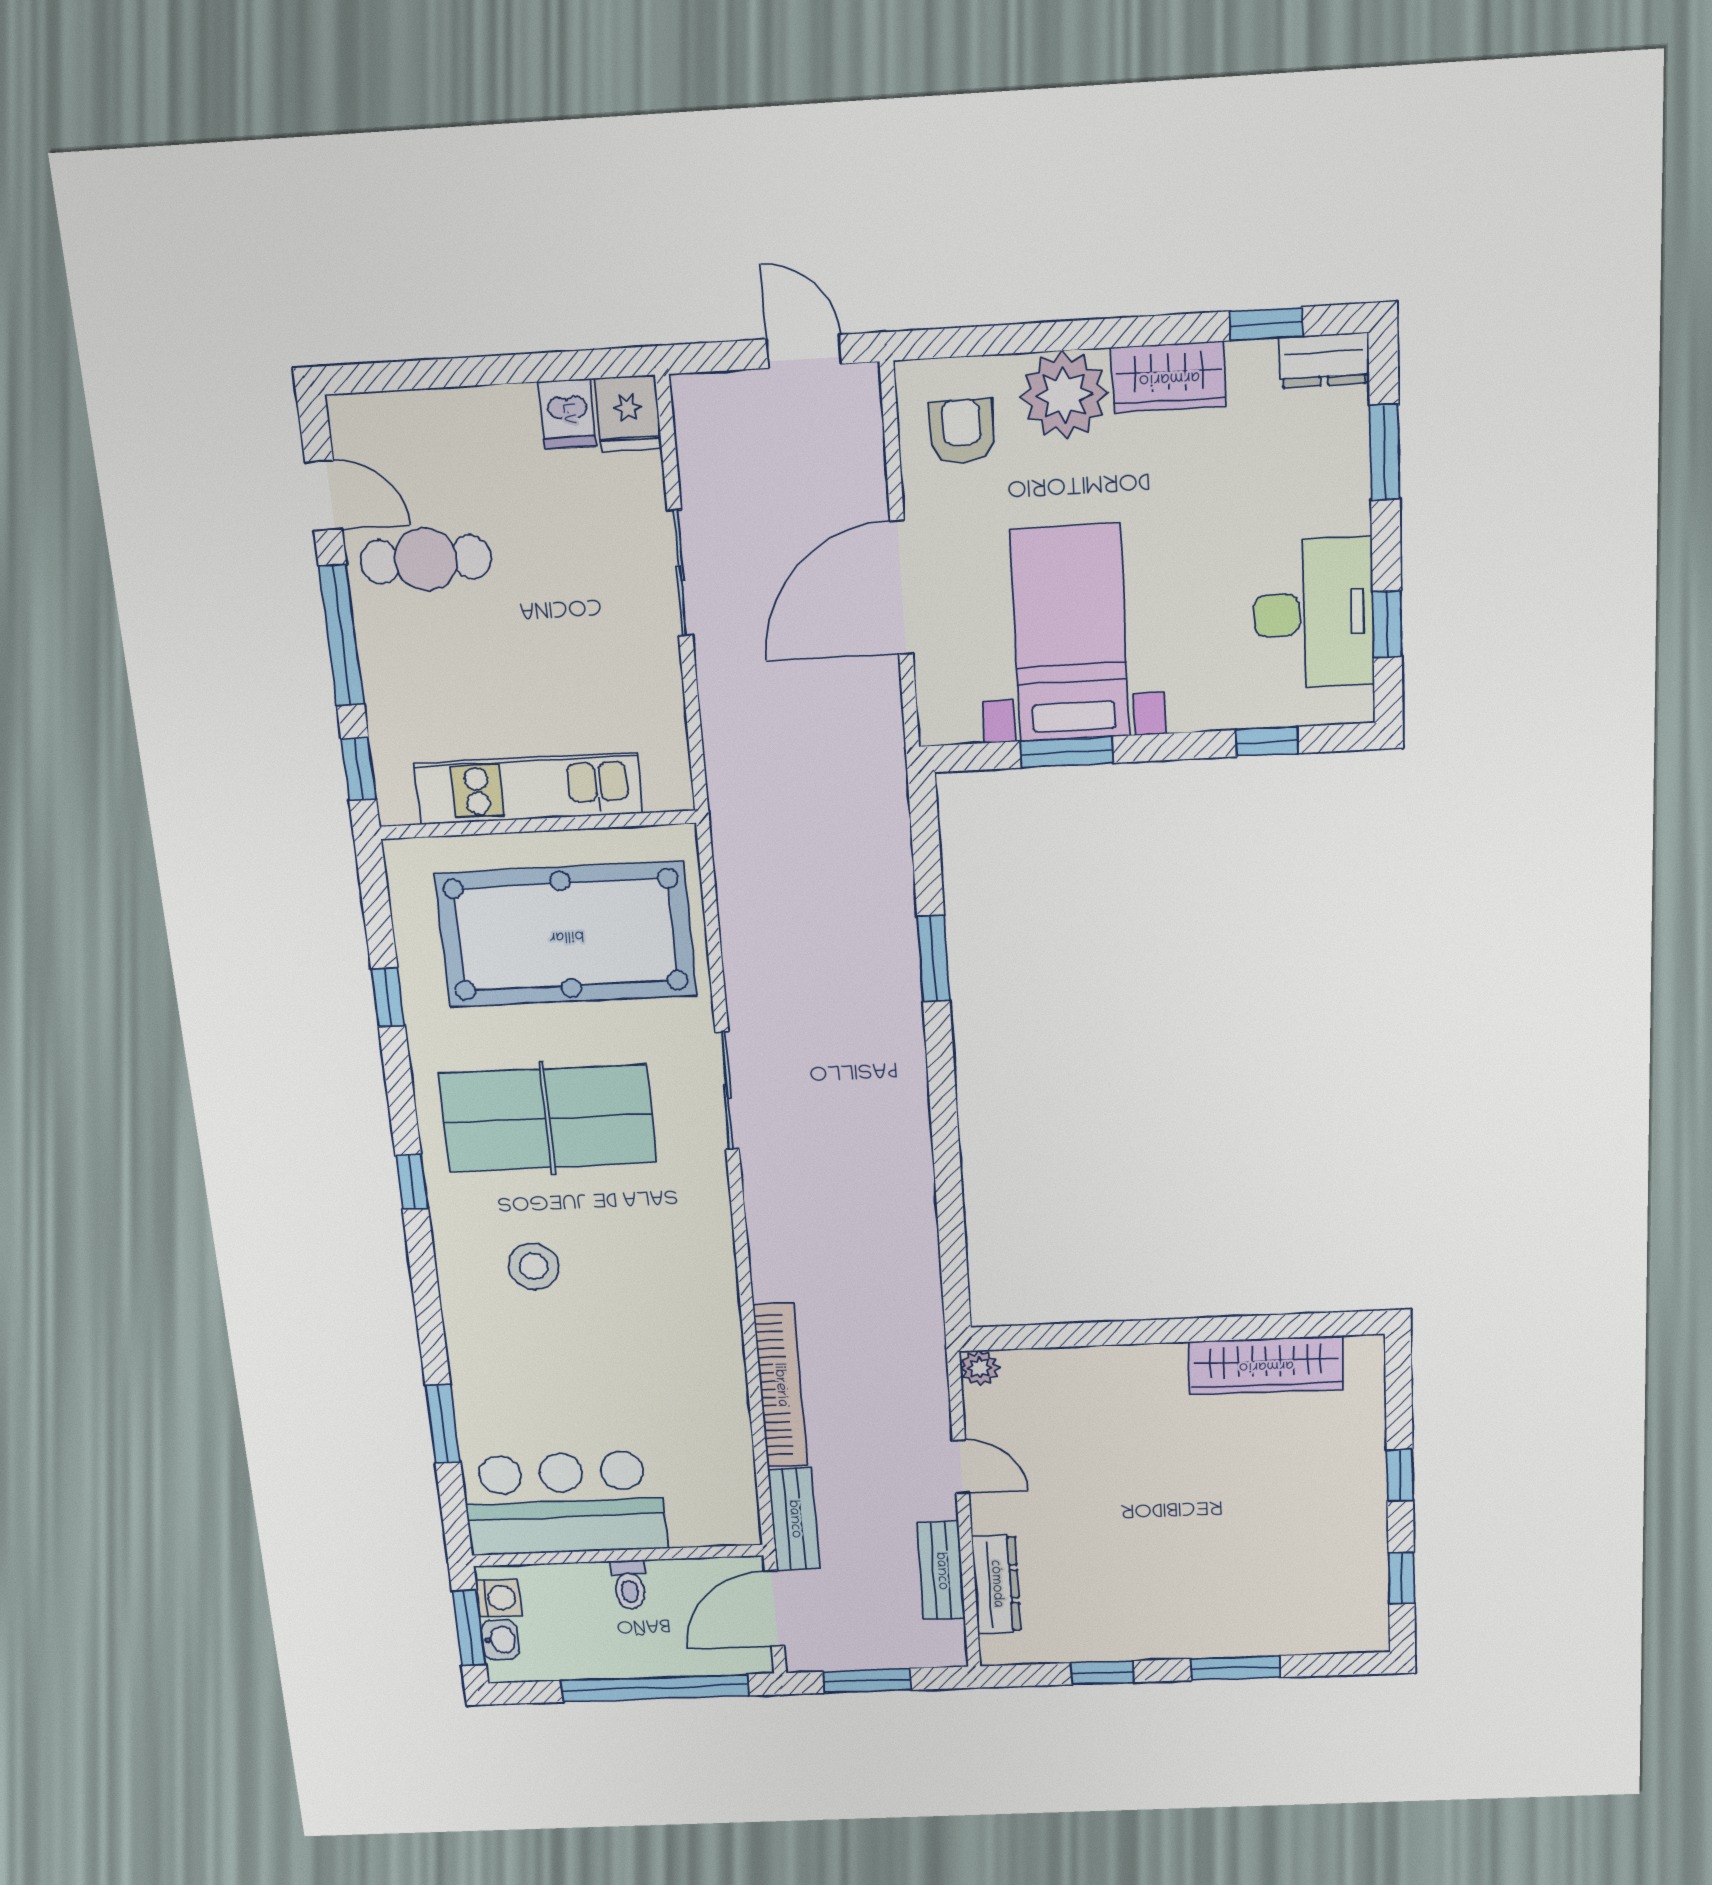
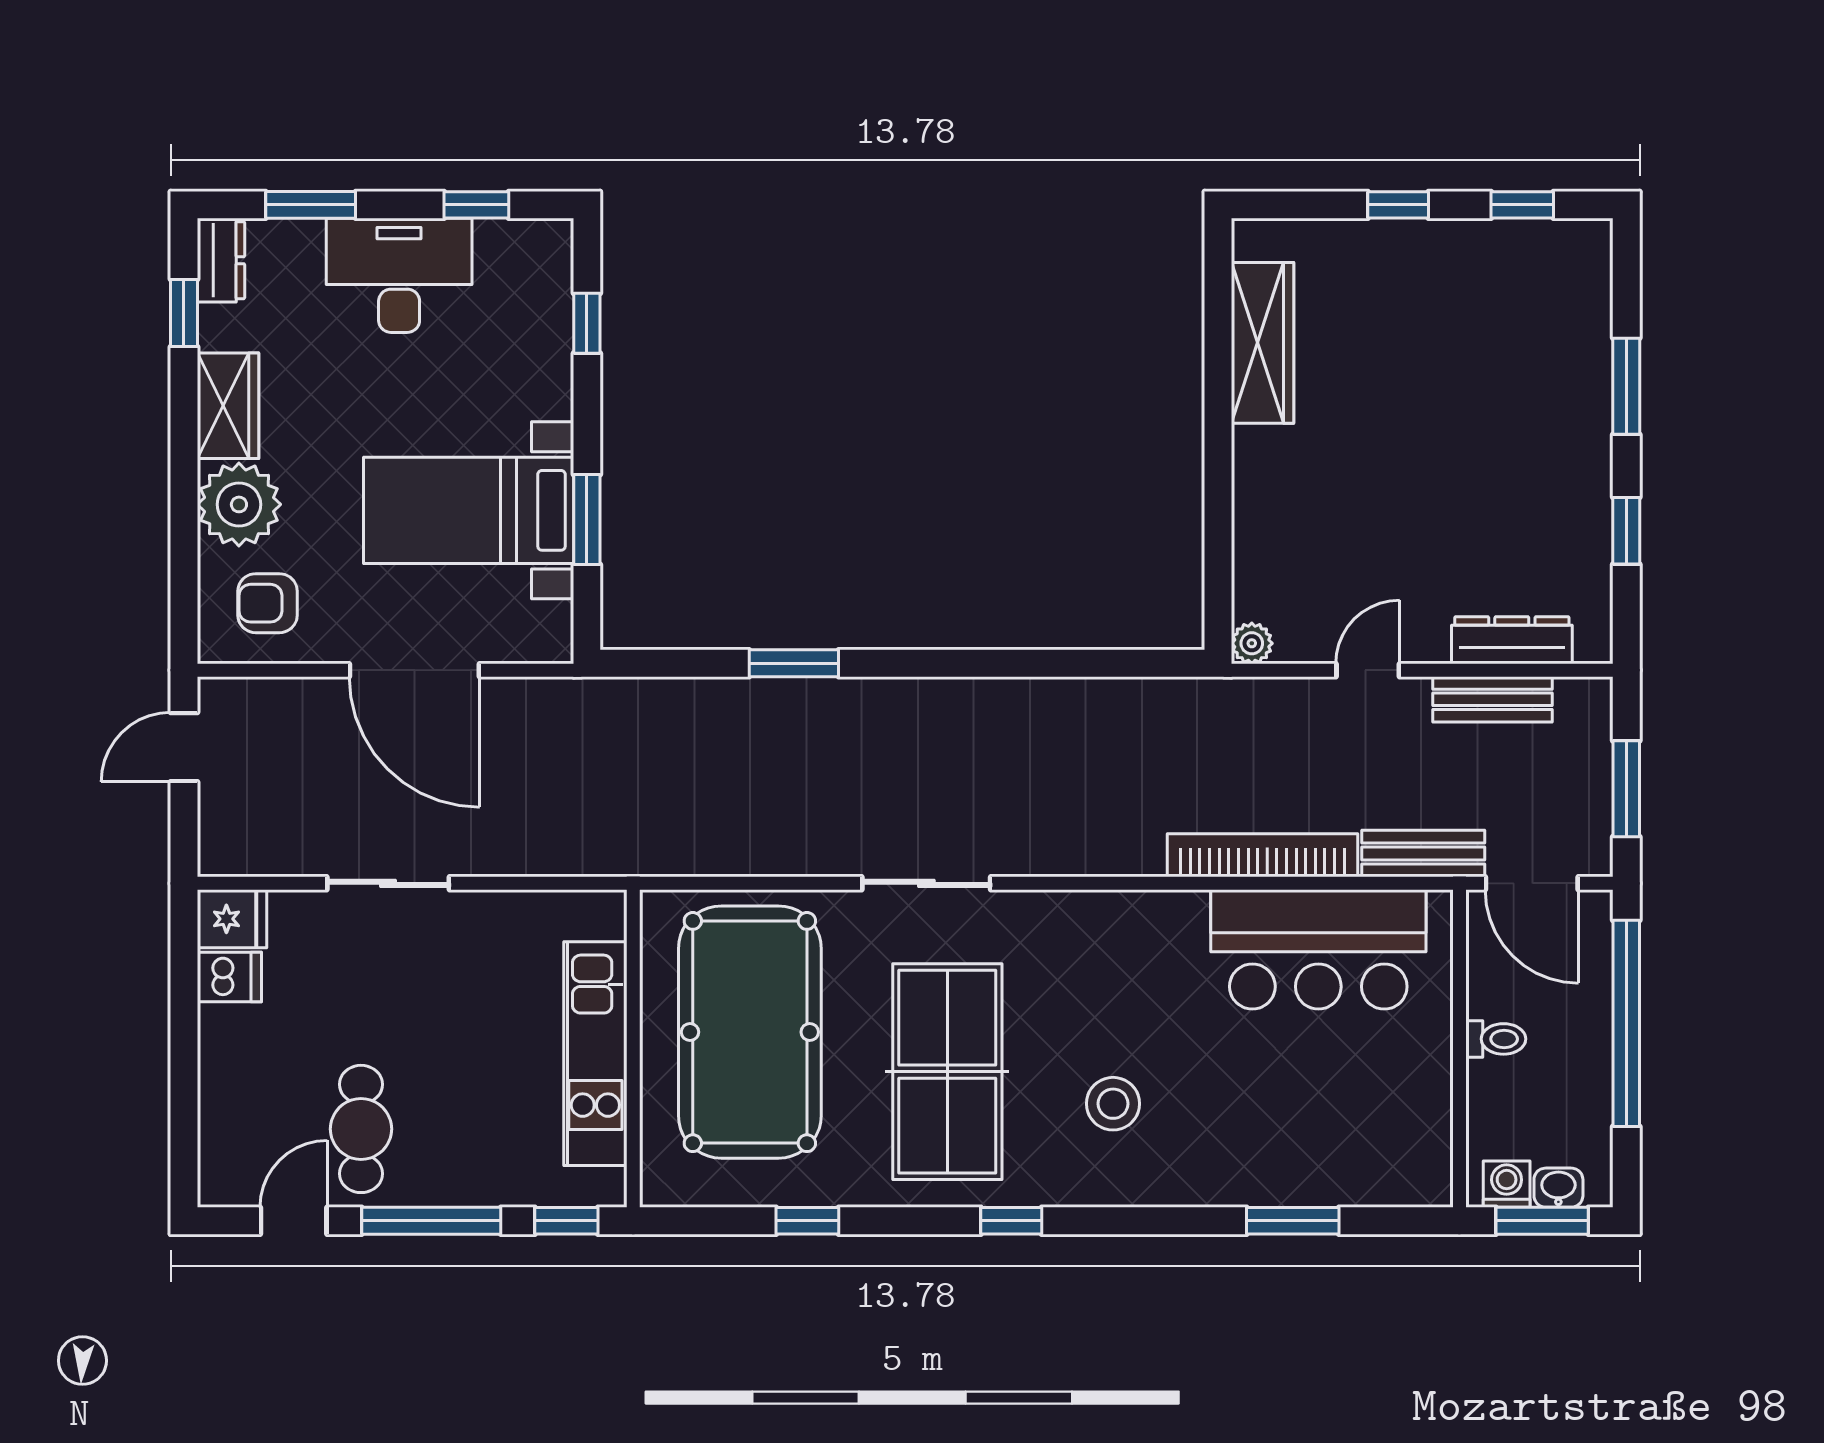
desk: (1313, 613) -> (399, 275), moved
bar counter: (564, 1503) -> (1318, 949), moved, turned -90

